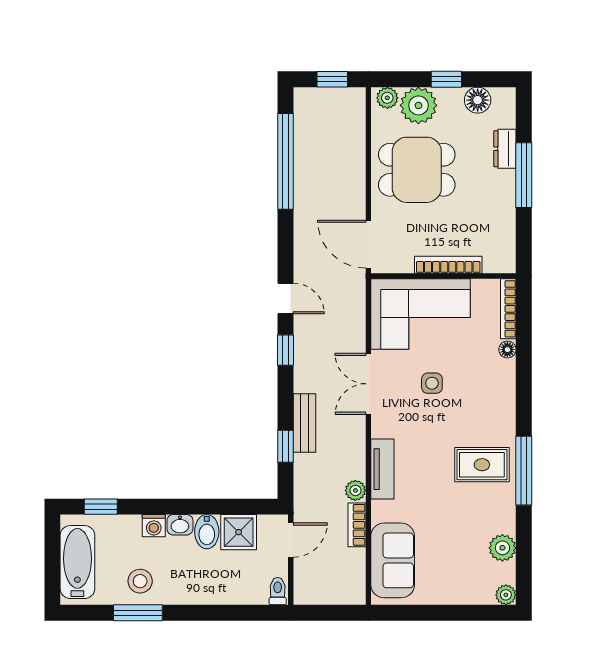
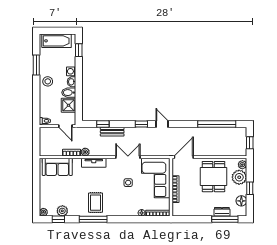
window: (524, 175) -> (225, 219), moved
door: (285, 298) -> (162, 124), swing flipped
window: (524, 557) -> (58, 219), added
stool: (140, 581) -> (48, 81), moved

